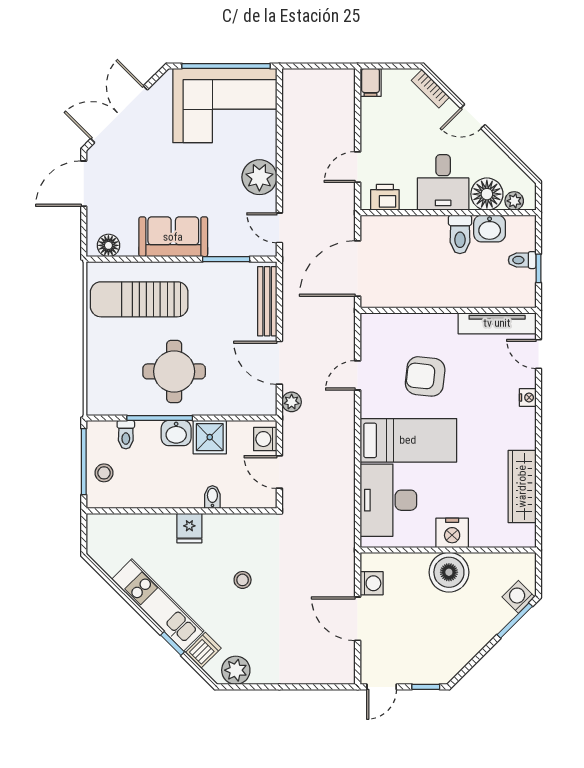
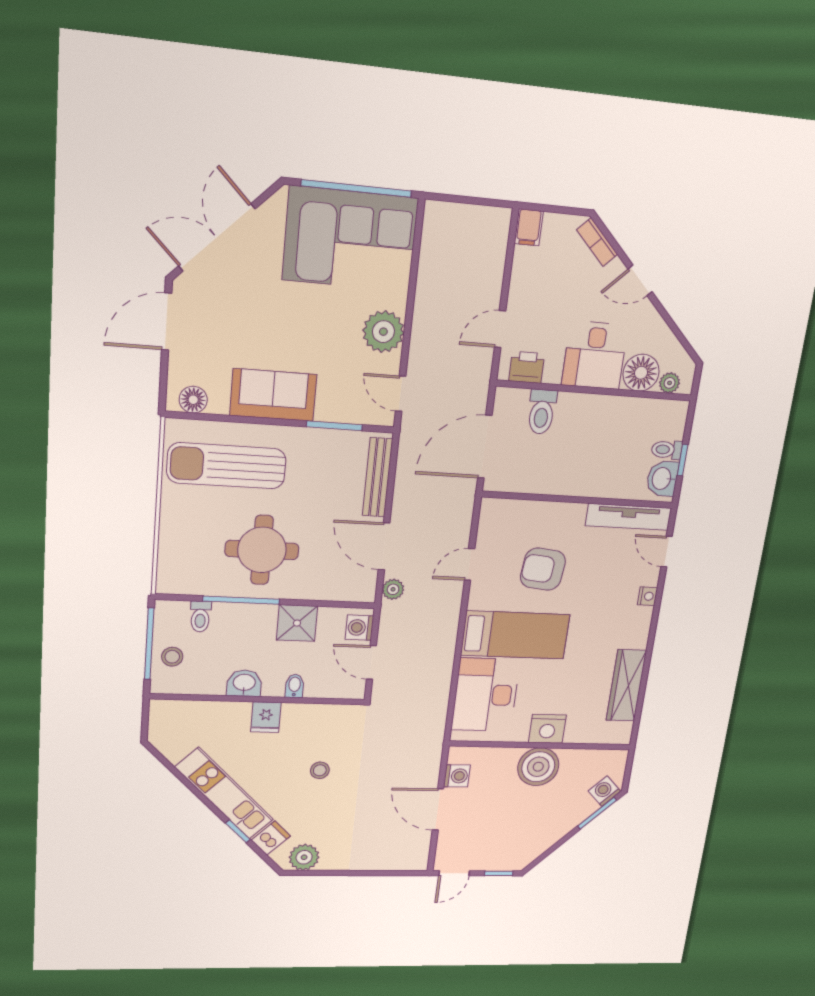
washbasin: (490, 229) -> (662, 479), moved, turned 90
toilet: (460, 234) -> (542, 412), moved
washbasin: (176, 433) -> (244, 683), moved, turned 180

